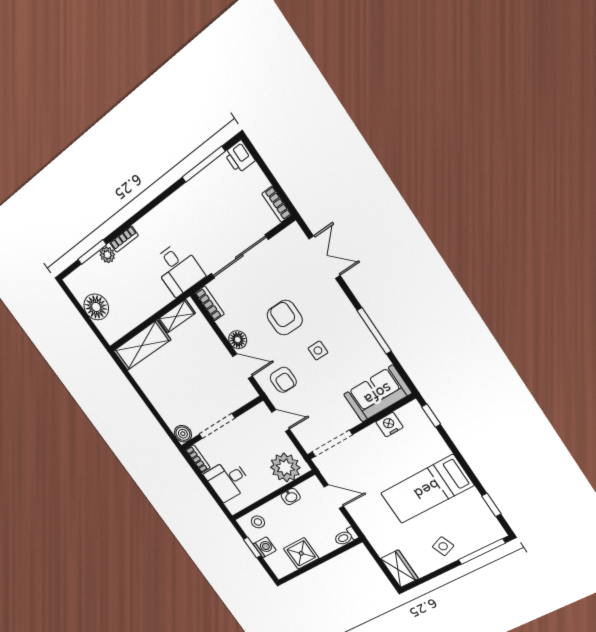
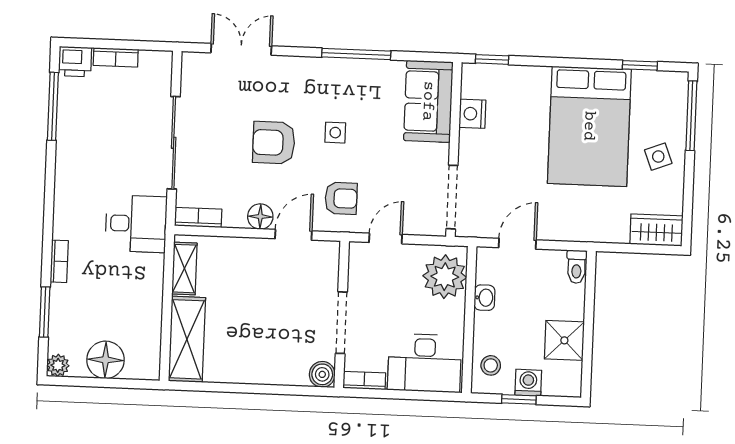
bookcase: (277, 204) -> (116, 57), moved
plant: (107, 255) -> (58, 365), moved
desk: (228, 480) -> (425, 363), width x1.37
bed: (427, 489) -> (589, 126), width x1.50

